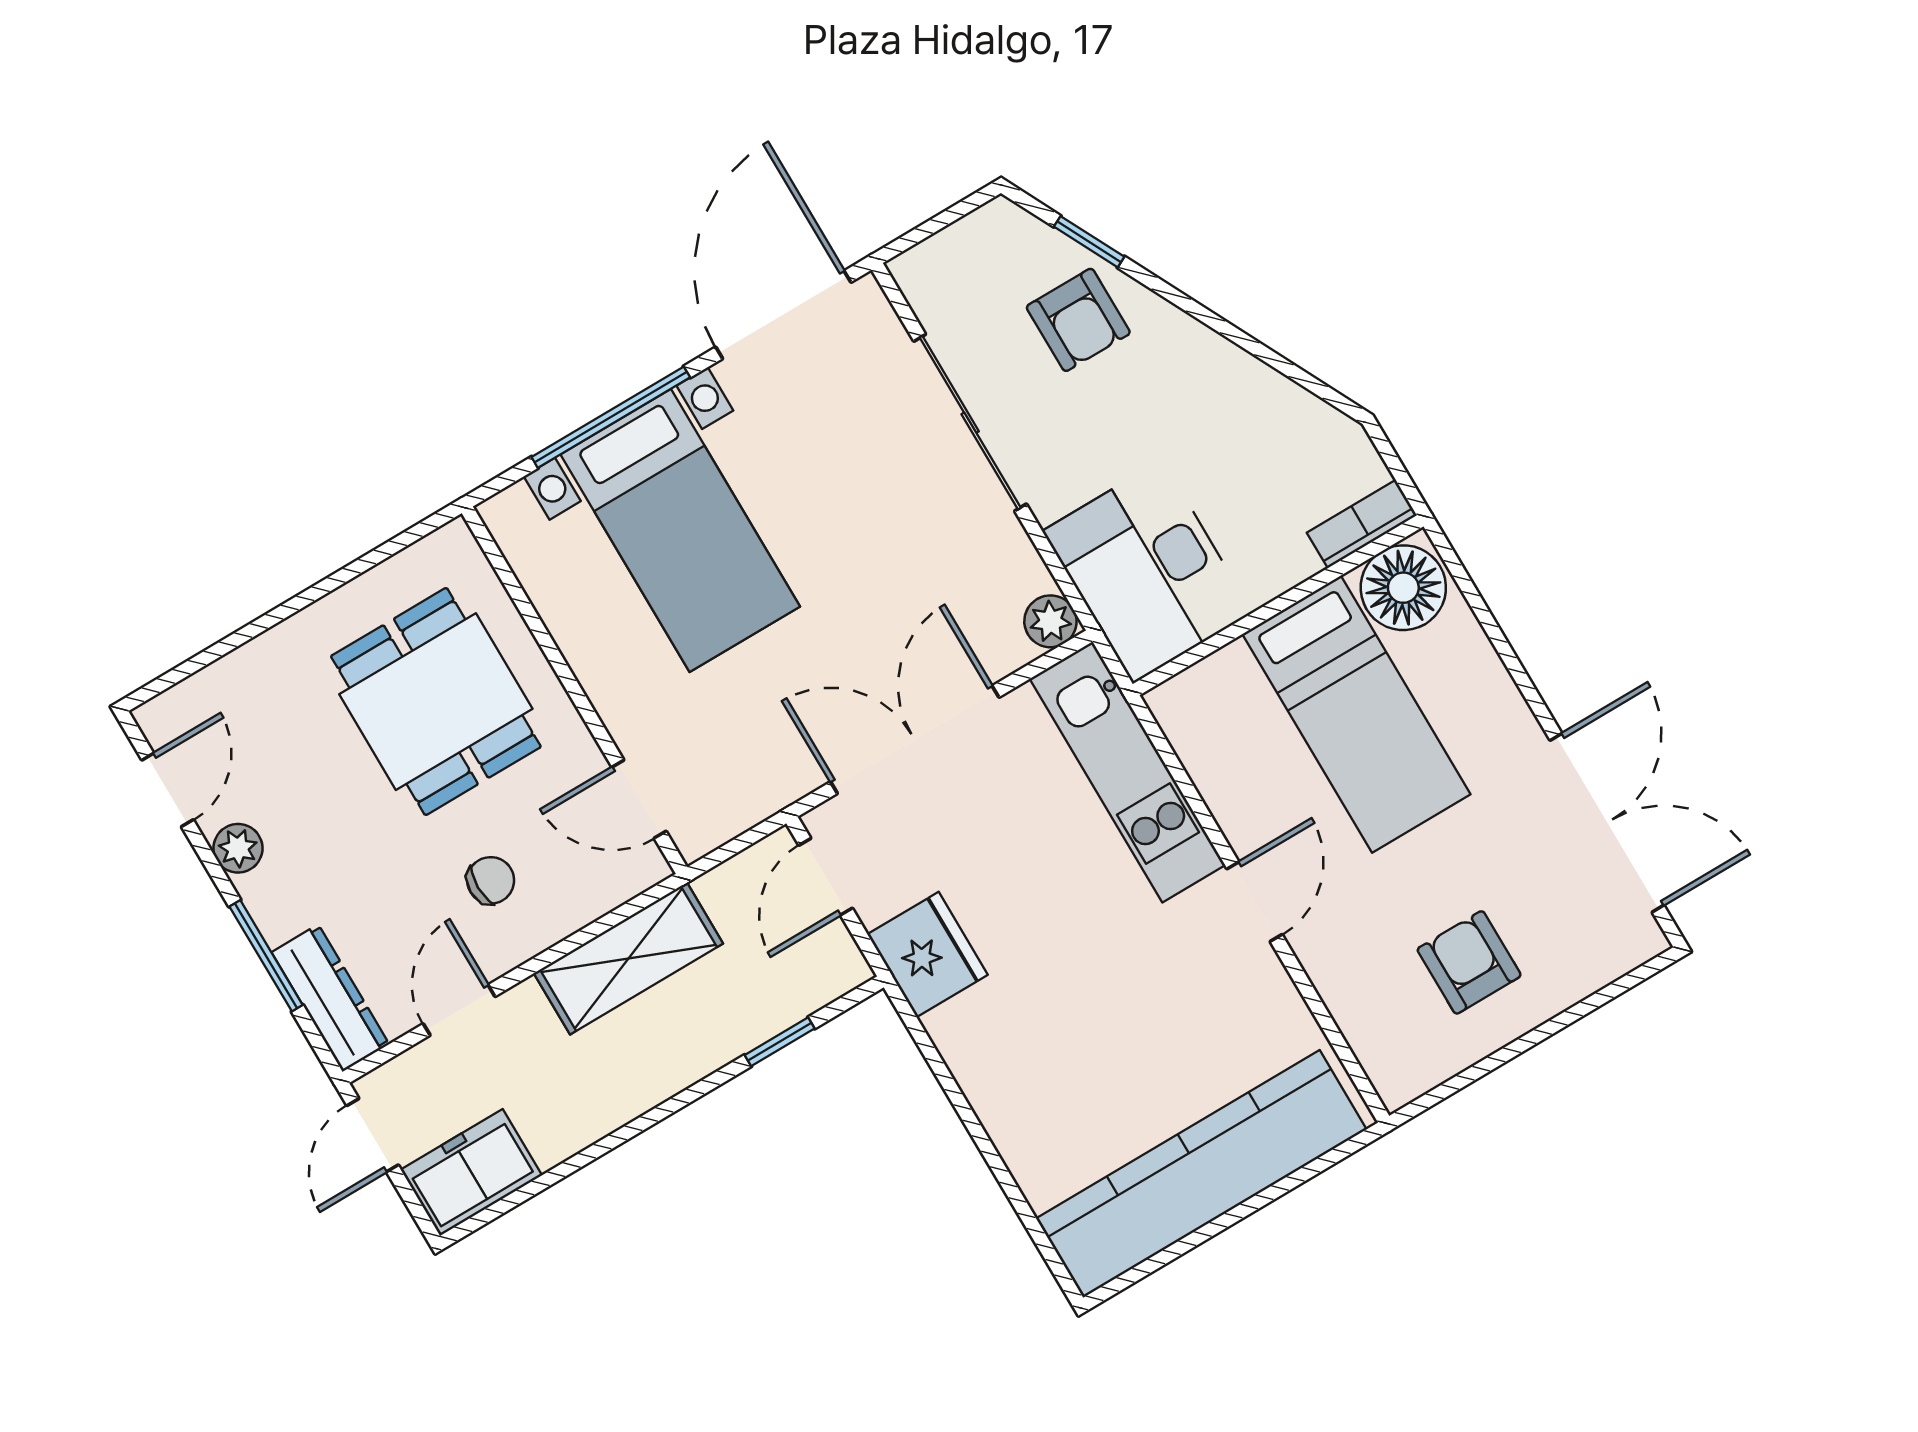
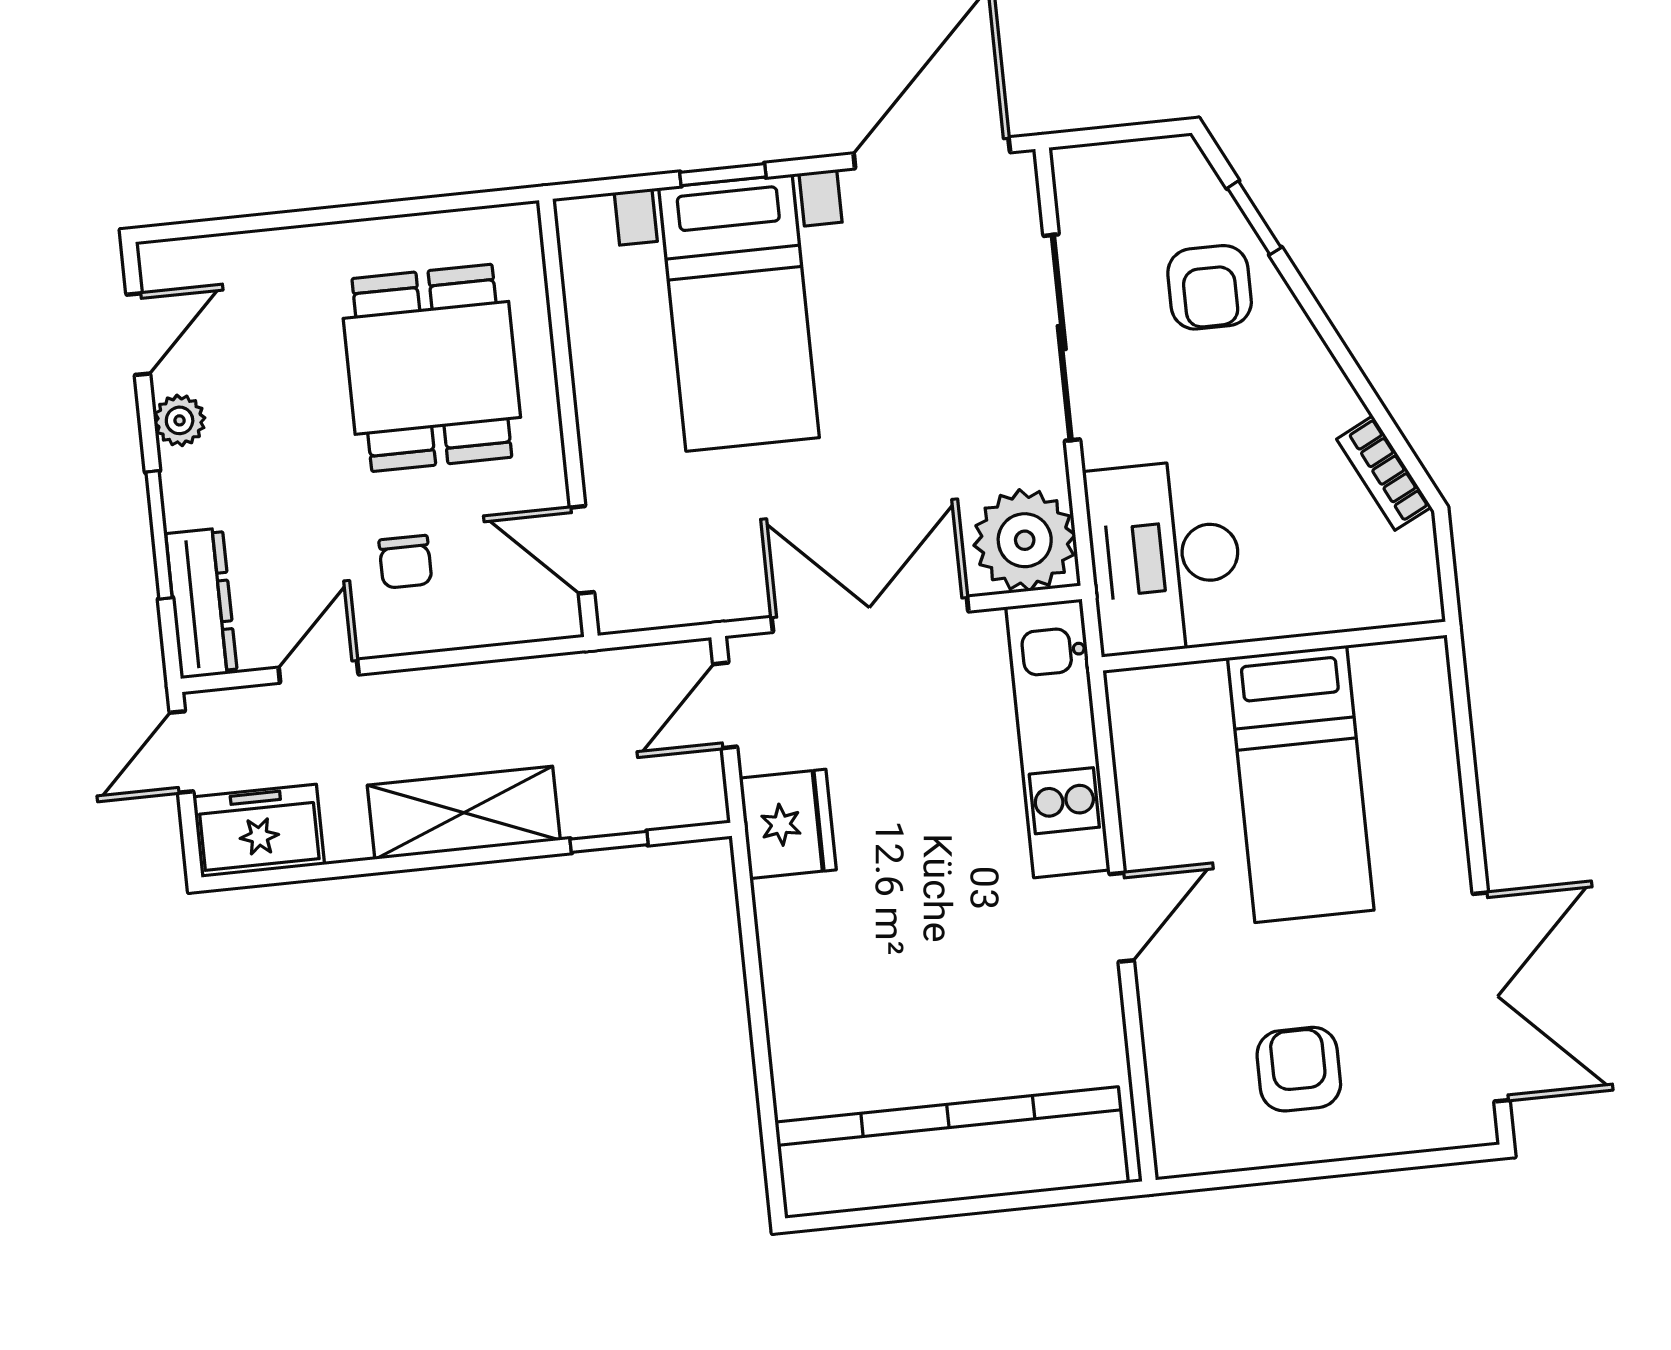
window: (611, 417) -> (723, 175), width x0.46
bookcase: (1362, 524) -> (1384, 473), moved, turned -117
floor lamp: (1403, 588) -> (1401, 684), removed
plant: (1050, 621) -> (1025, 540), width x1.88, depth x1.88
chair: (491, 880) -> (405, 562), turned 90
shelving: (628, 958) -> (464, 813), moved

